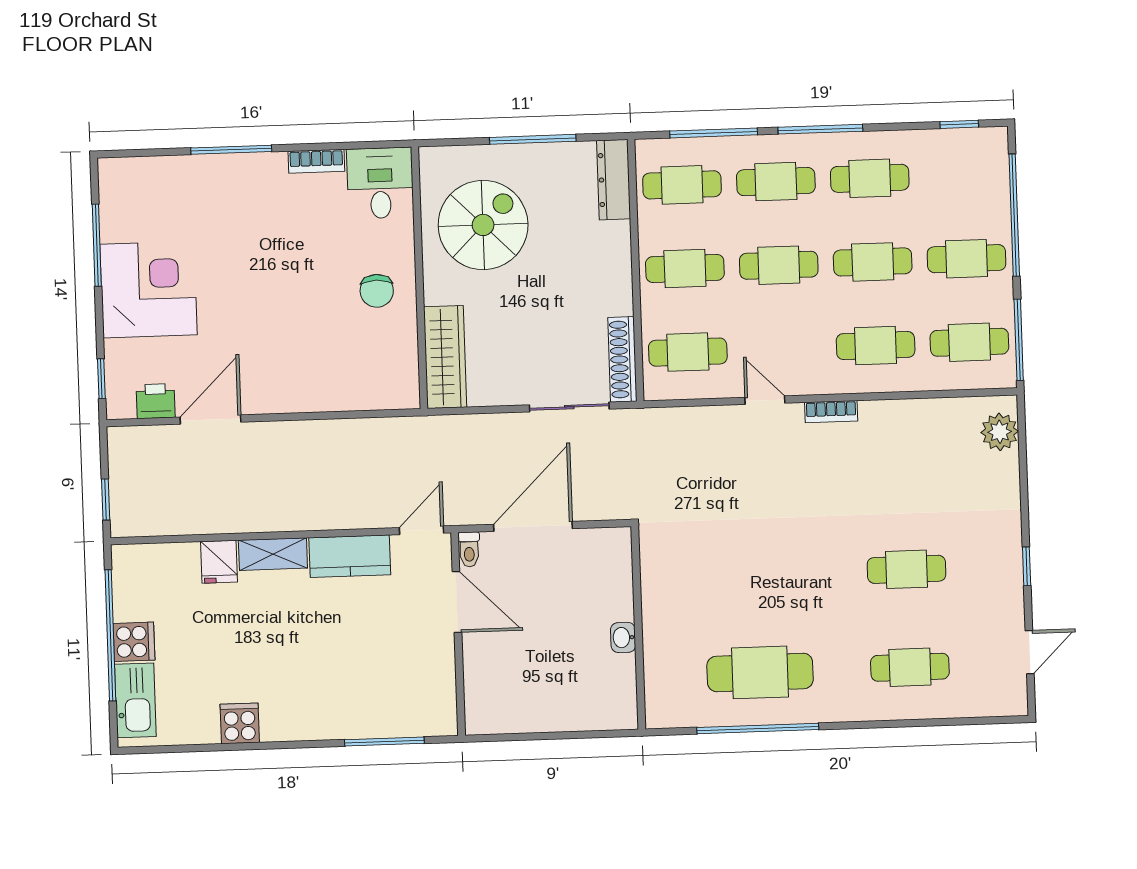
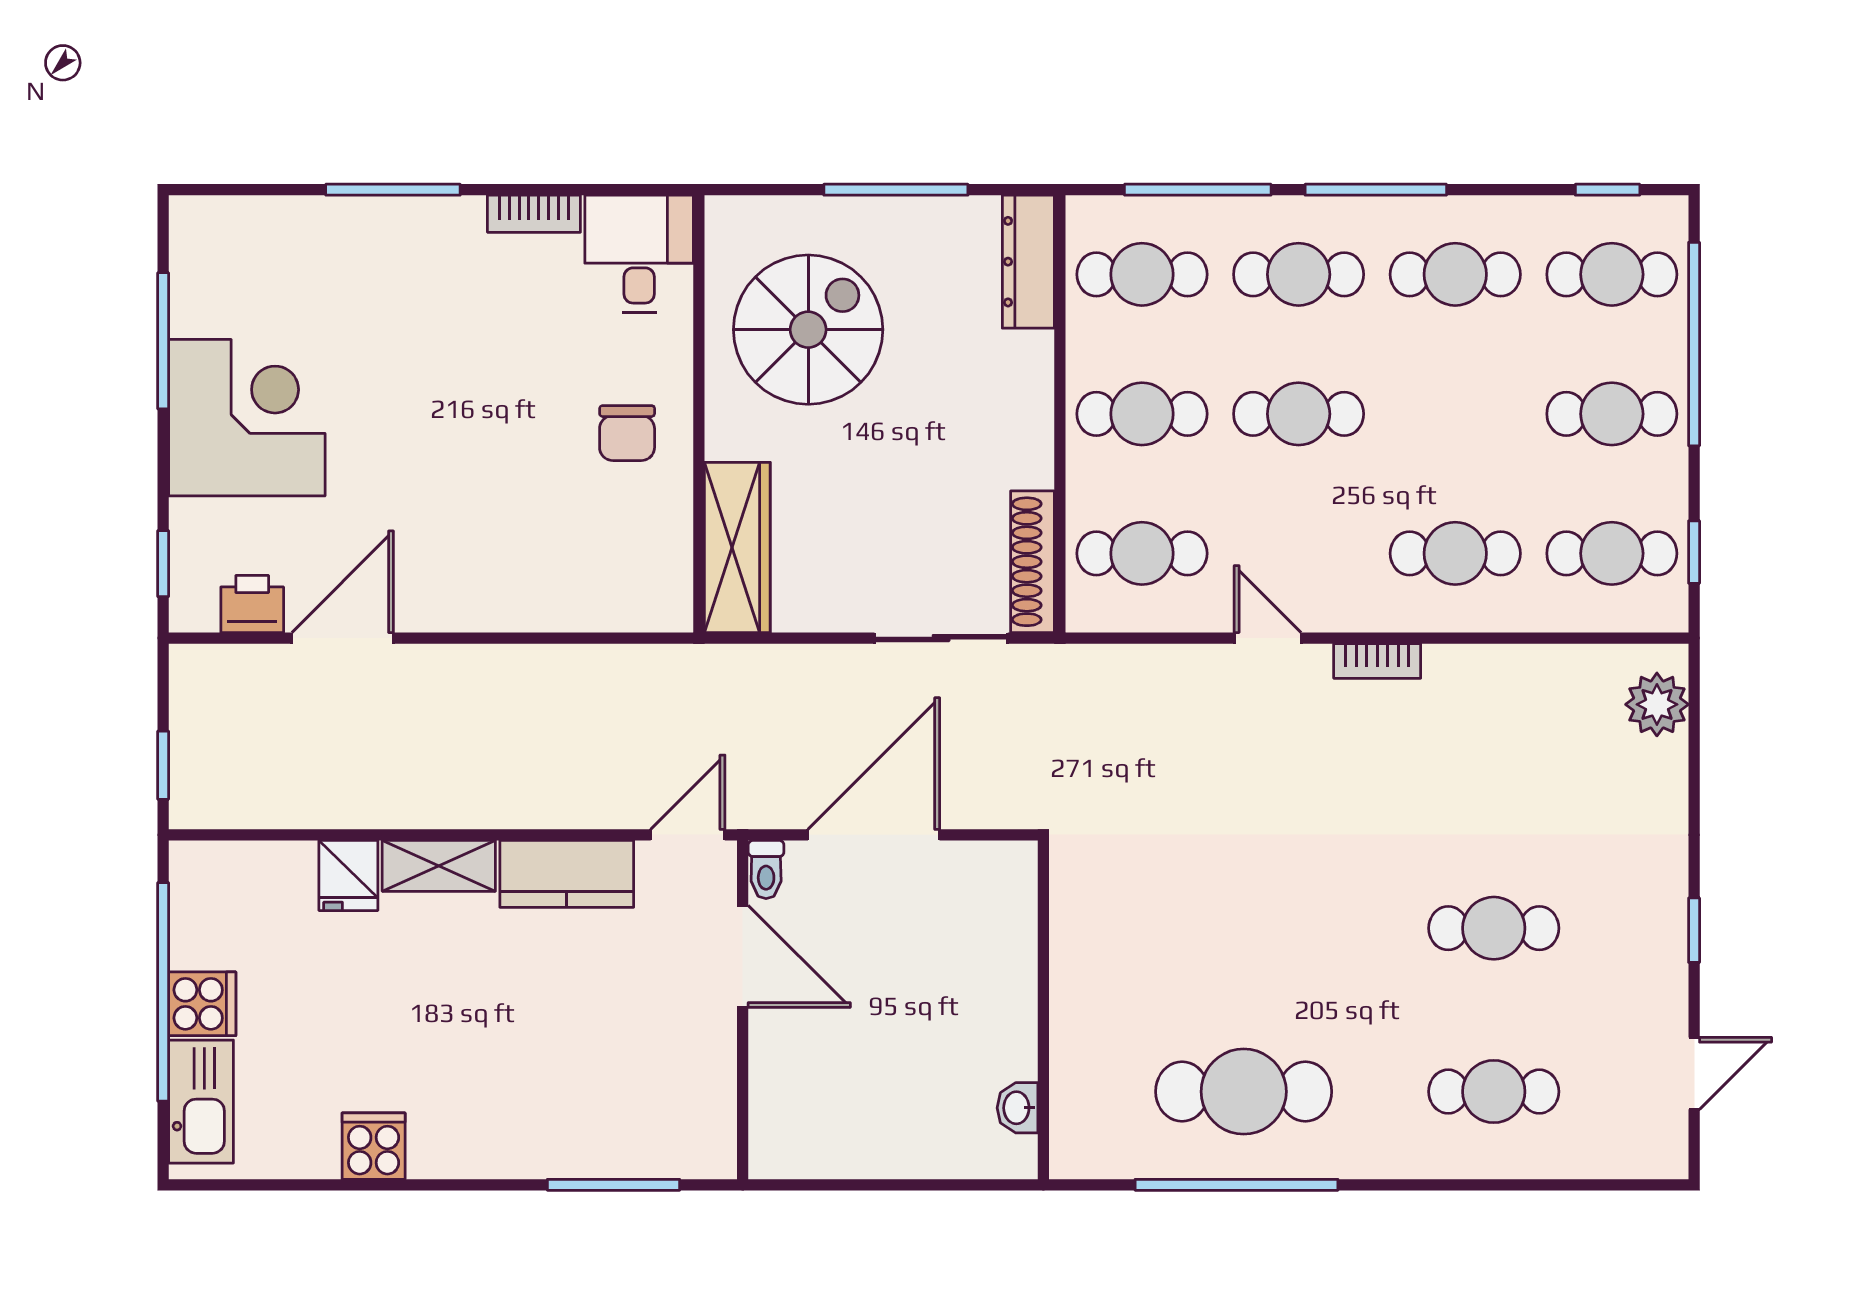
cafe table: (873, 262) -> (1612, 274), moved
window: (1019, 340) -> (1694, 552), width x0.46
washbasin: (623, 637) -> (1018, 1108), moved

